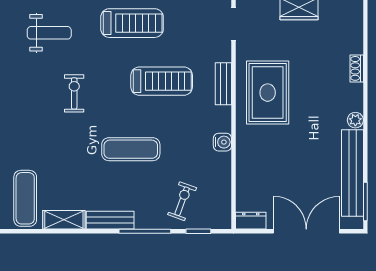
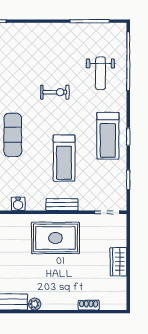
shoe rack: (357, 68) -> (89, 305), moved

